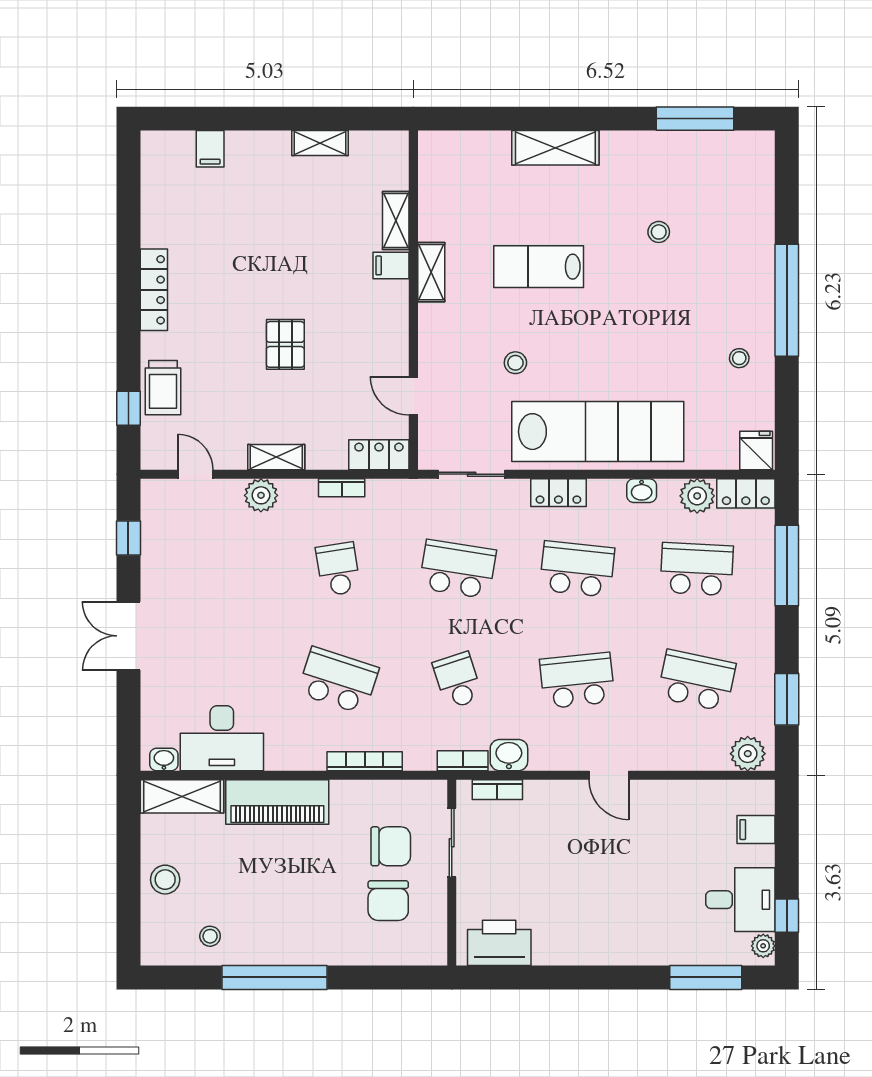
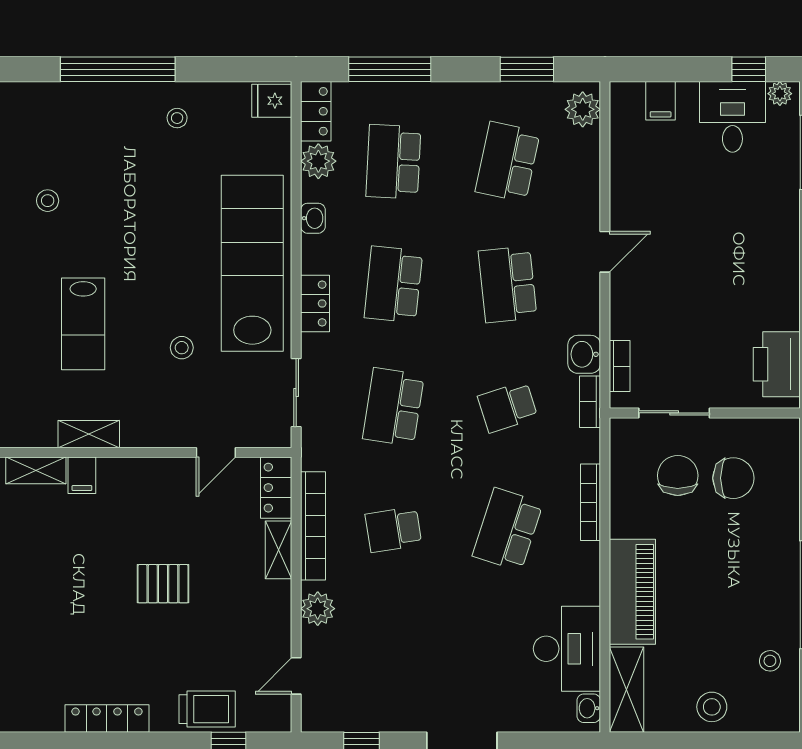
shelving: (276, 457) -> (278, 550), moved
bookcase: (342, 488) -> (313, 526), width x2.31, depth x1.31

